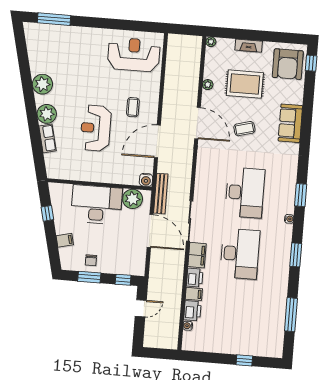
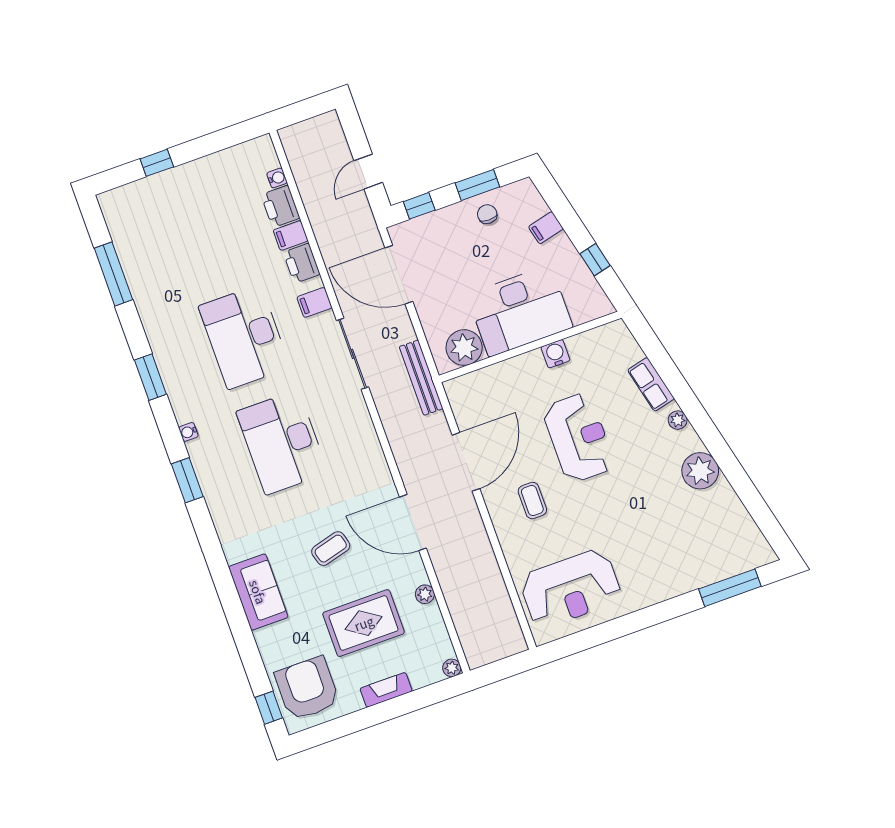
plant: (47, 114) -> (678, 420), width x0.53, depth x0.53
water cooler: (146, 180) -> (555, 354), moved
door: (150, 231) -> (399, 275), moved
filing cabinet: (197, 255) -> (314, 302), width x0.50

